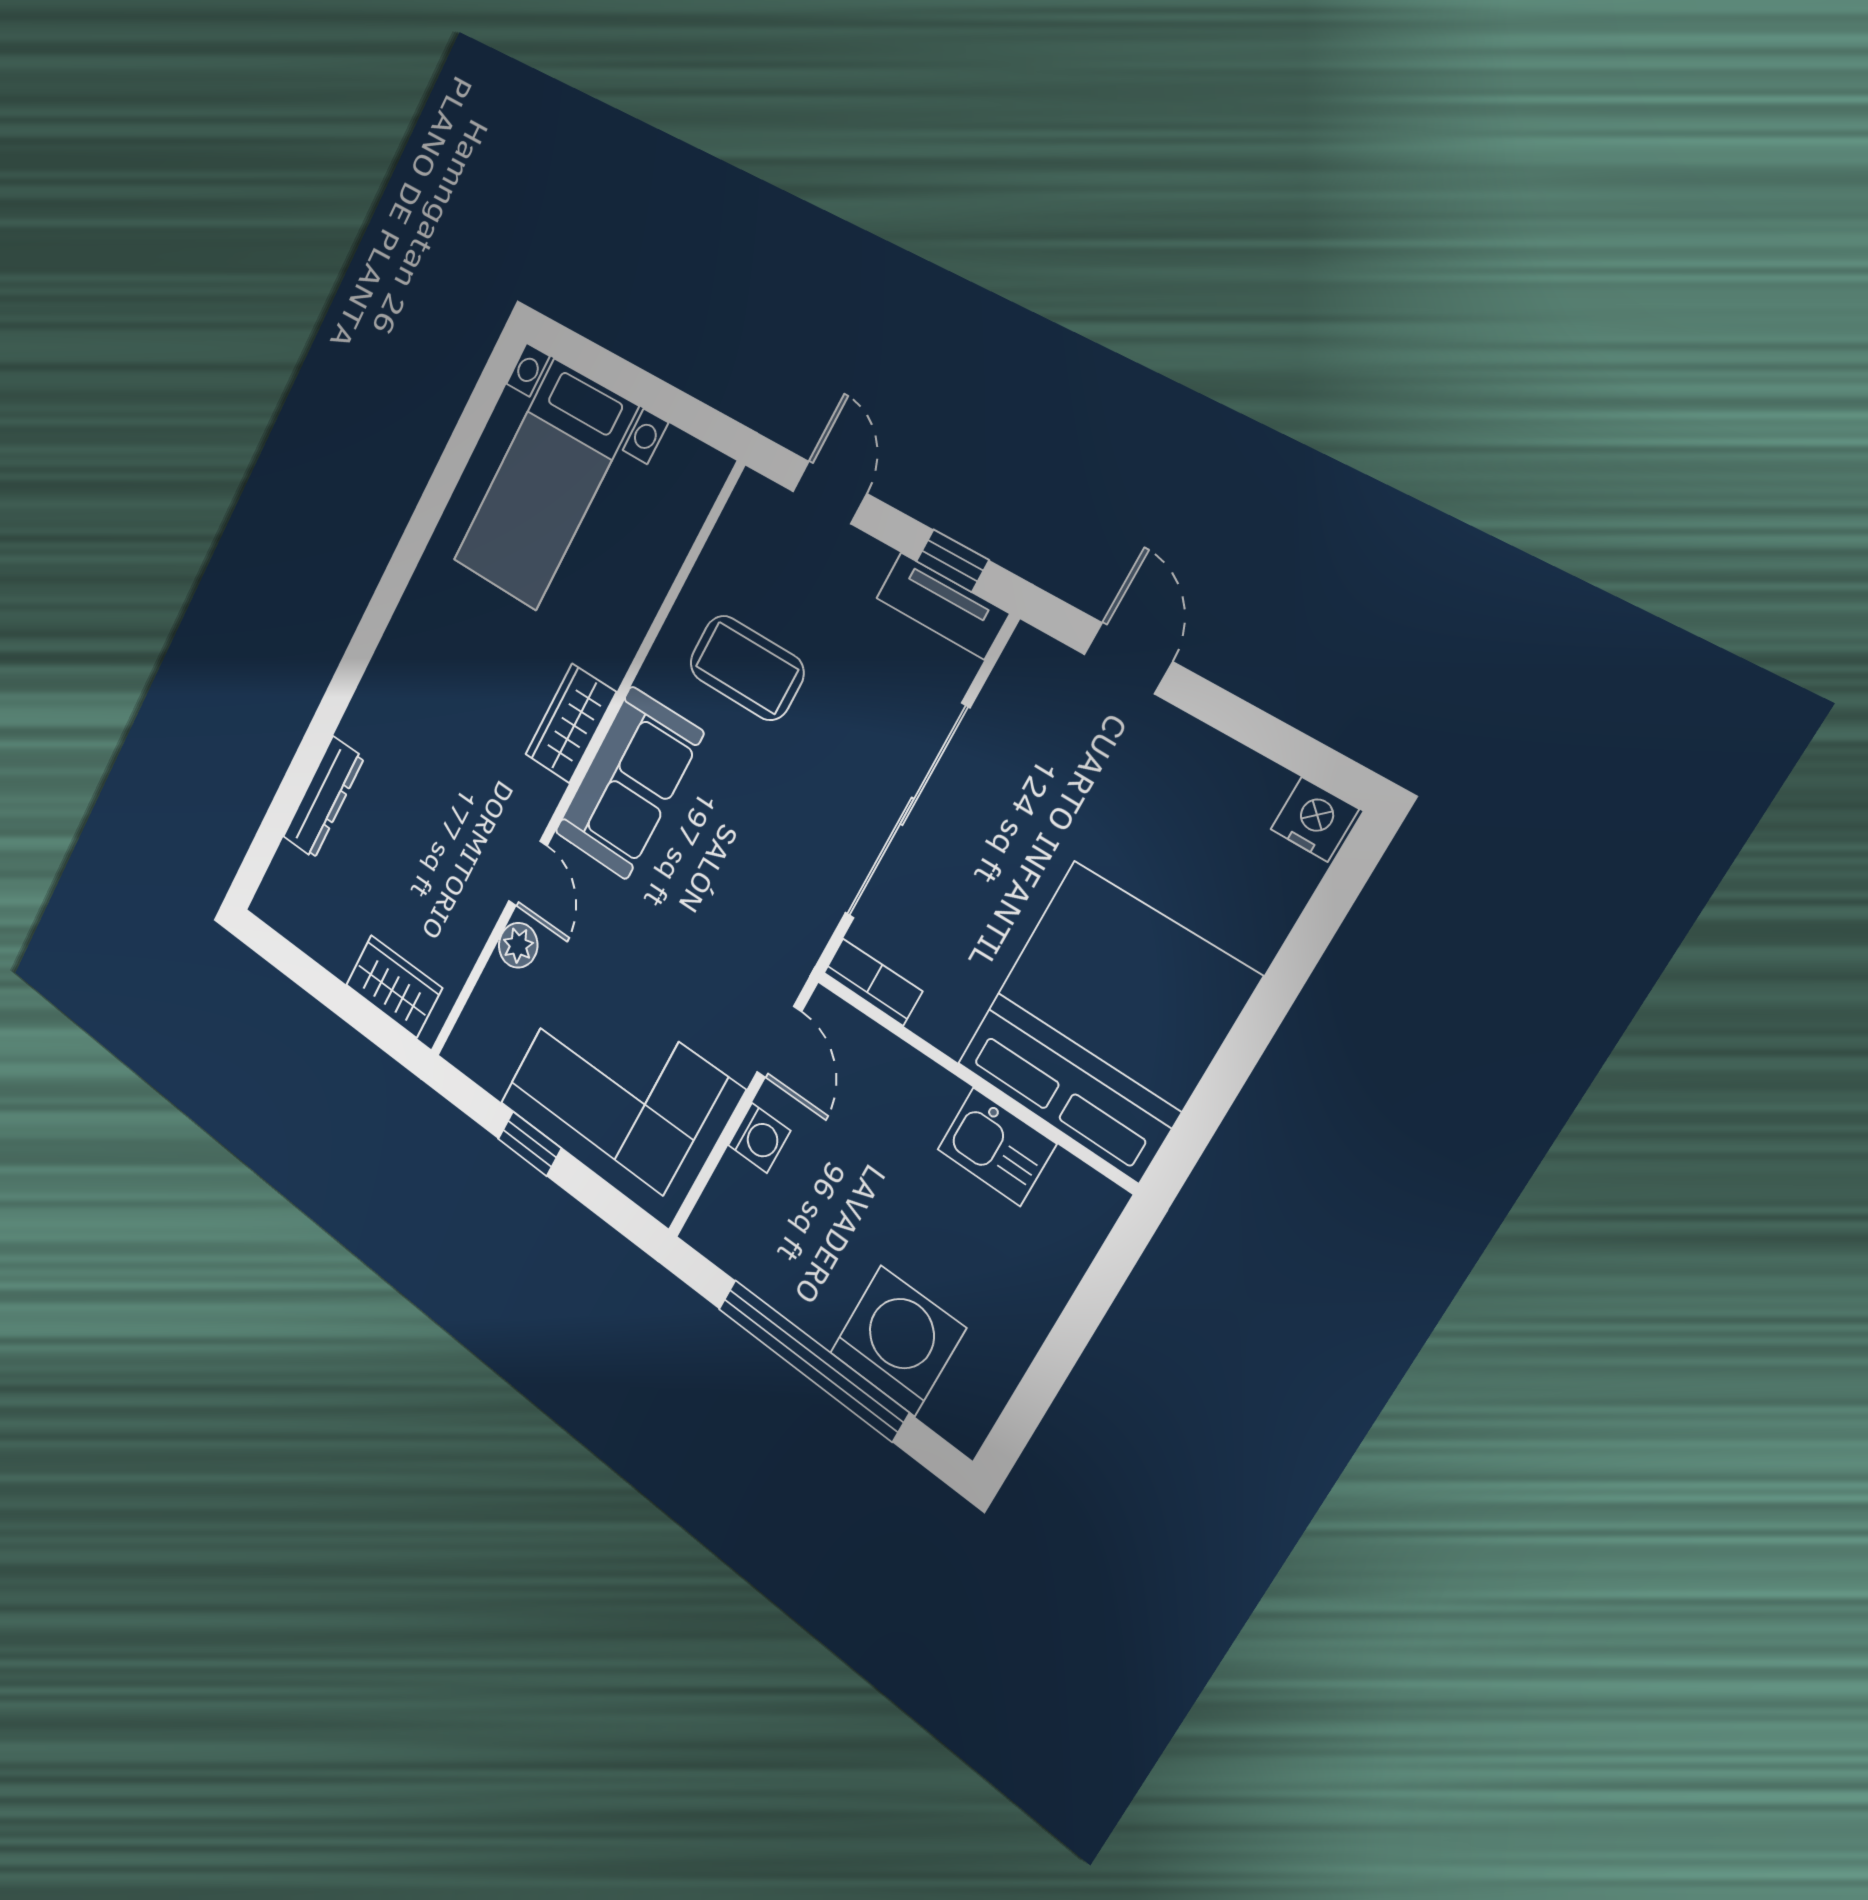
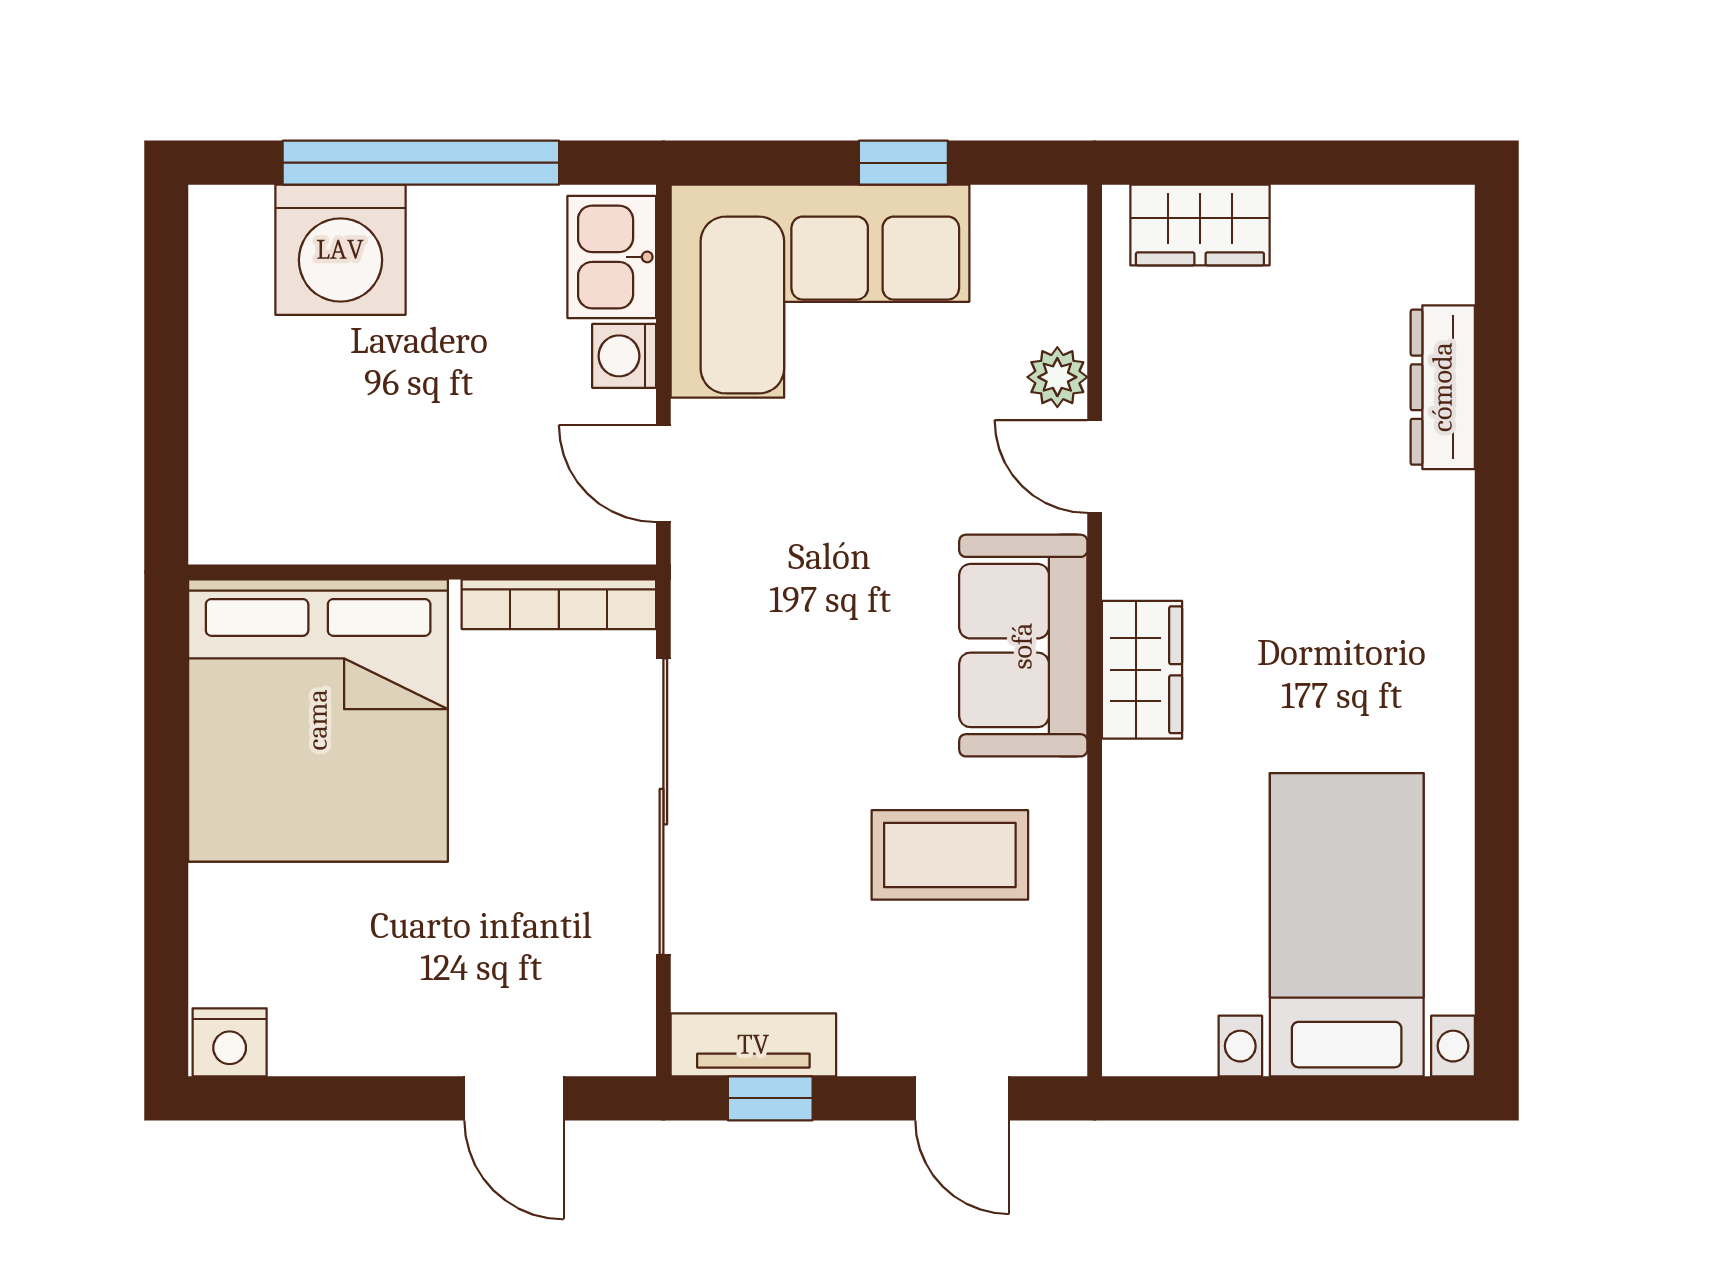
bookcase: (873, 982) -> (559, 604), width x1.56
kitchen sink: (997, 1147) -> (612, 257), moved, turned -90

